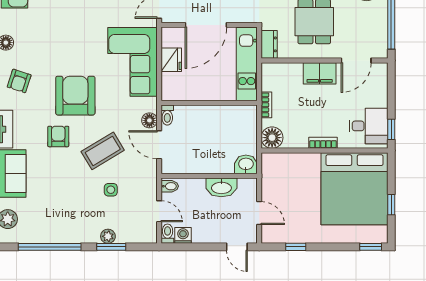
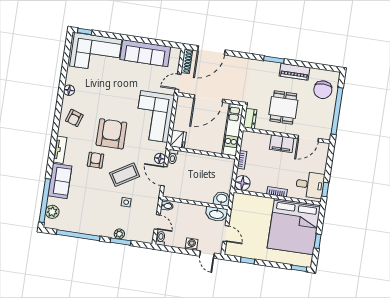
fridge: (171, 60) -> (178, 139), moved
washbasin: (221, 187) -> (216, 214), moved
washing machine: (183, 235) -> (192, 244), moved

